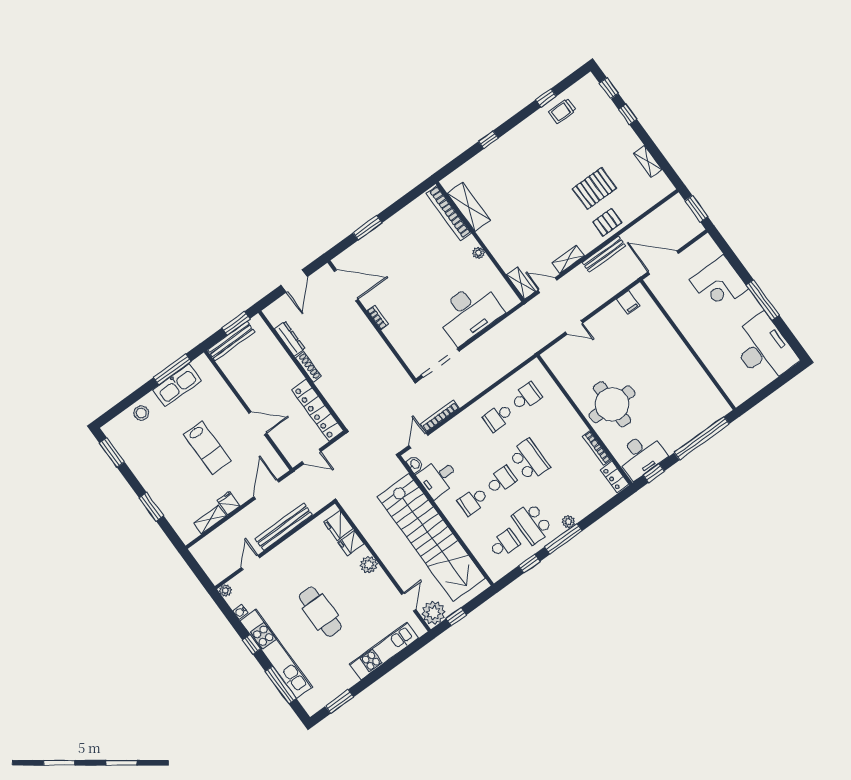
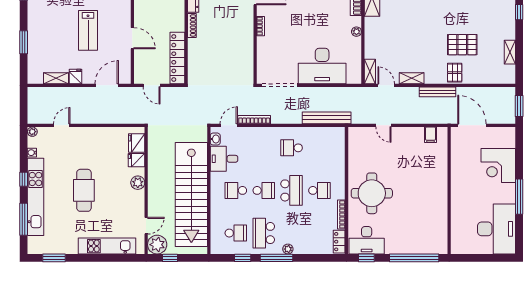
pallet: (607, 222) -> (455, 73), turned 90
school desk: (526, 397) -> (319, 190), moved
bench: (284, 527) -> (327, 118), moved

